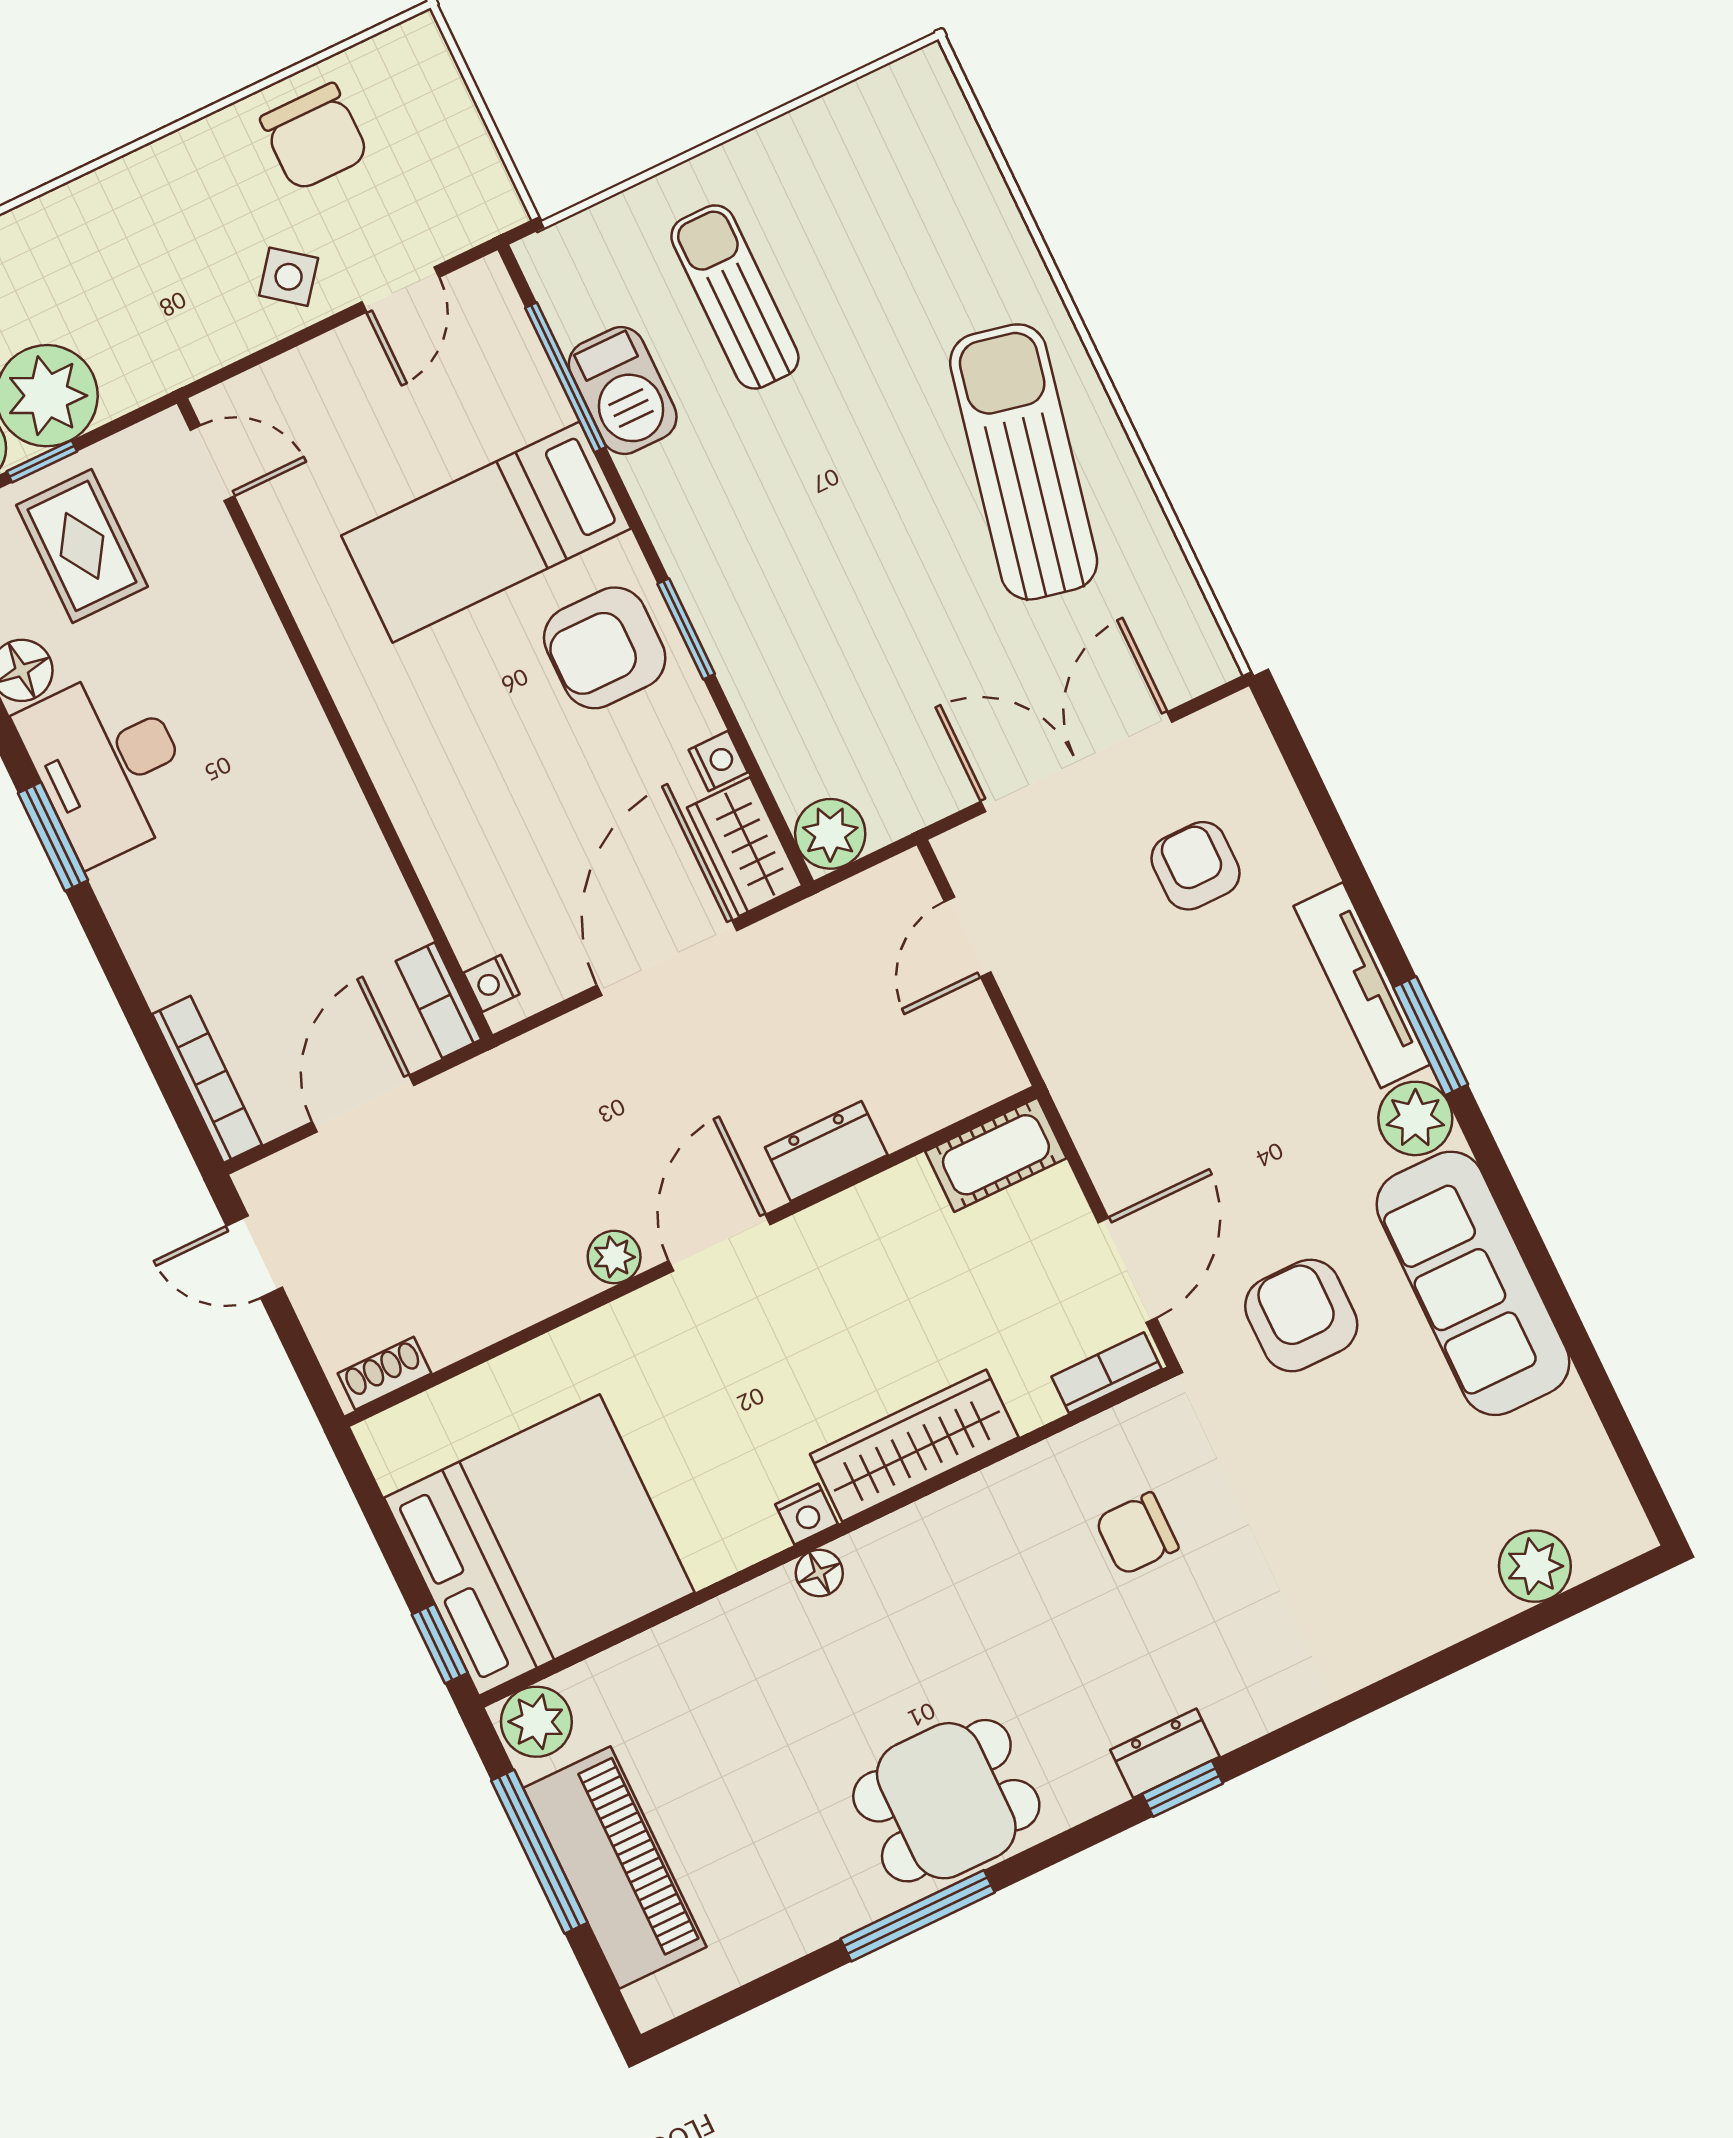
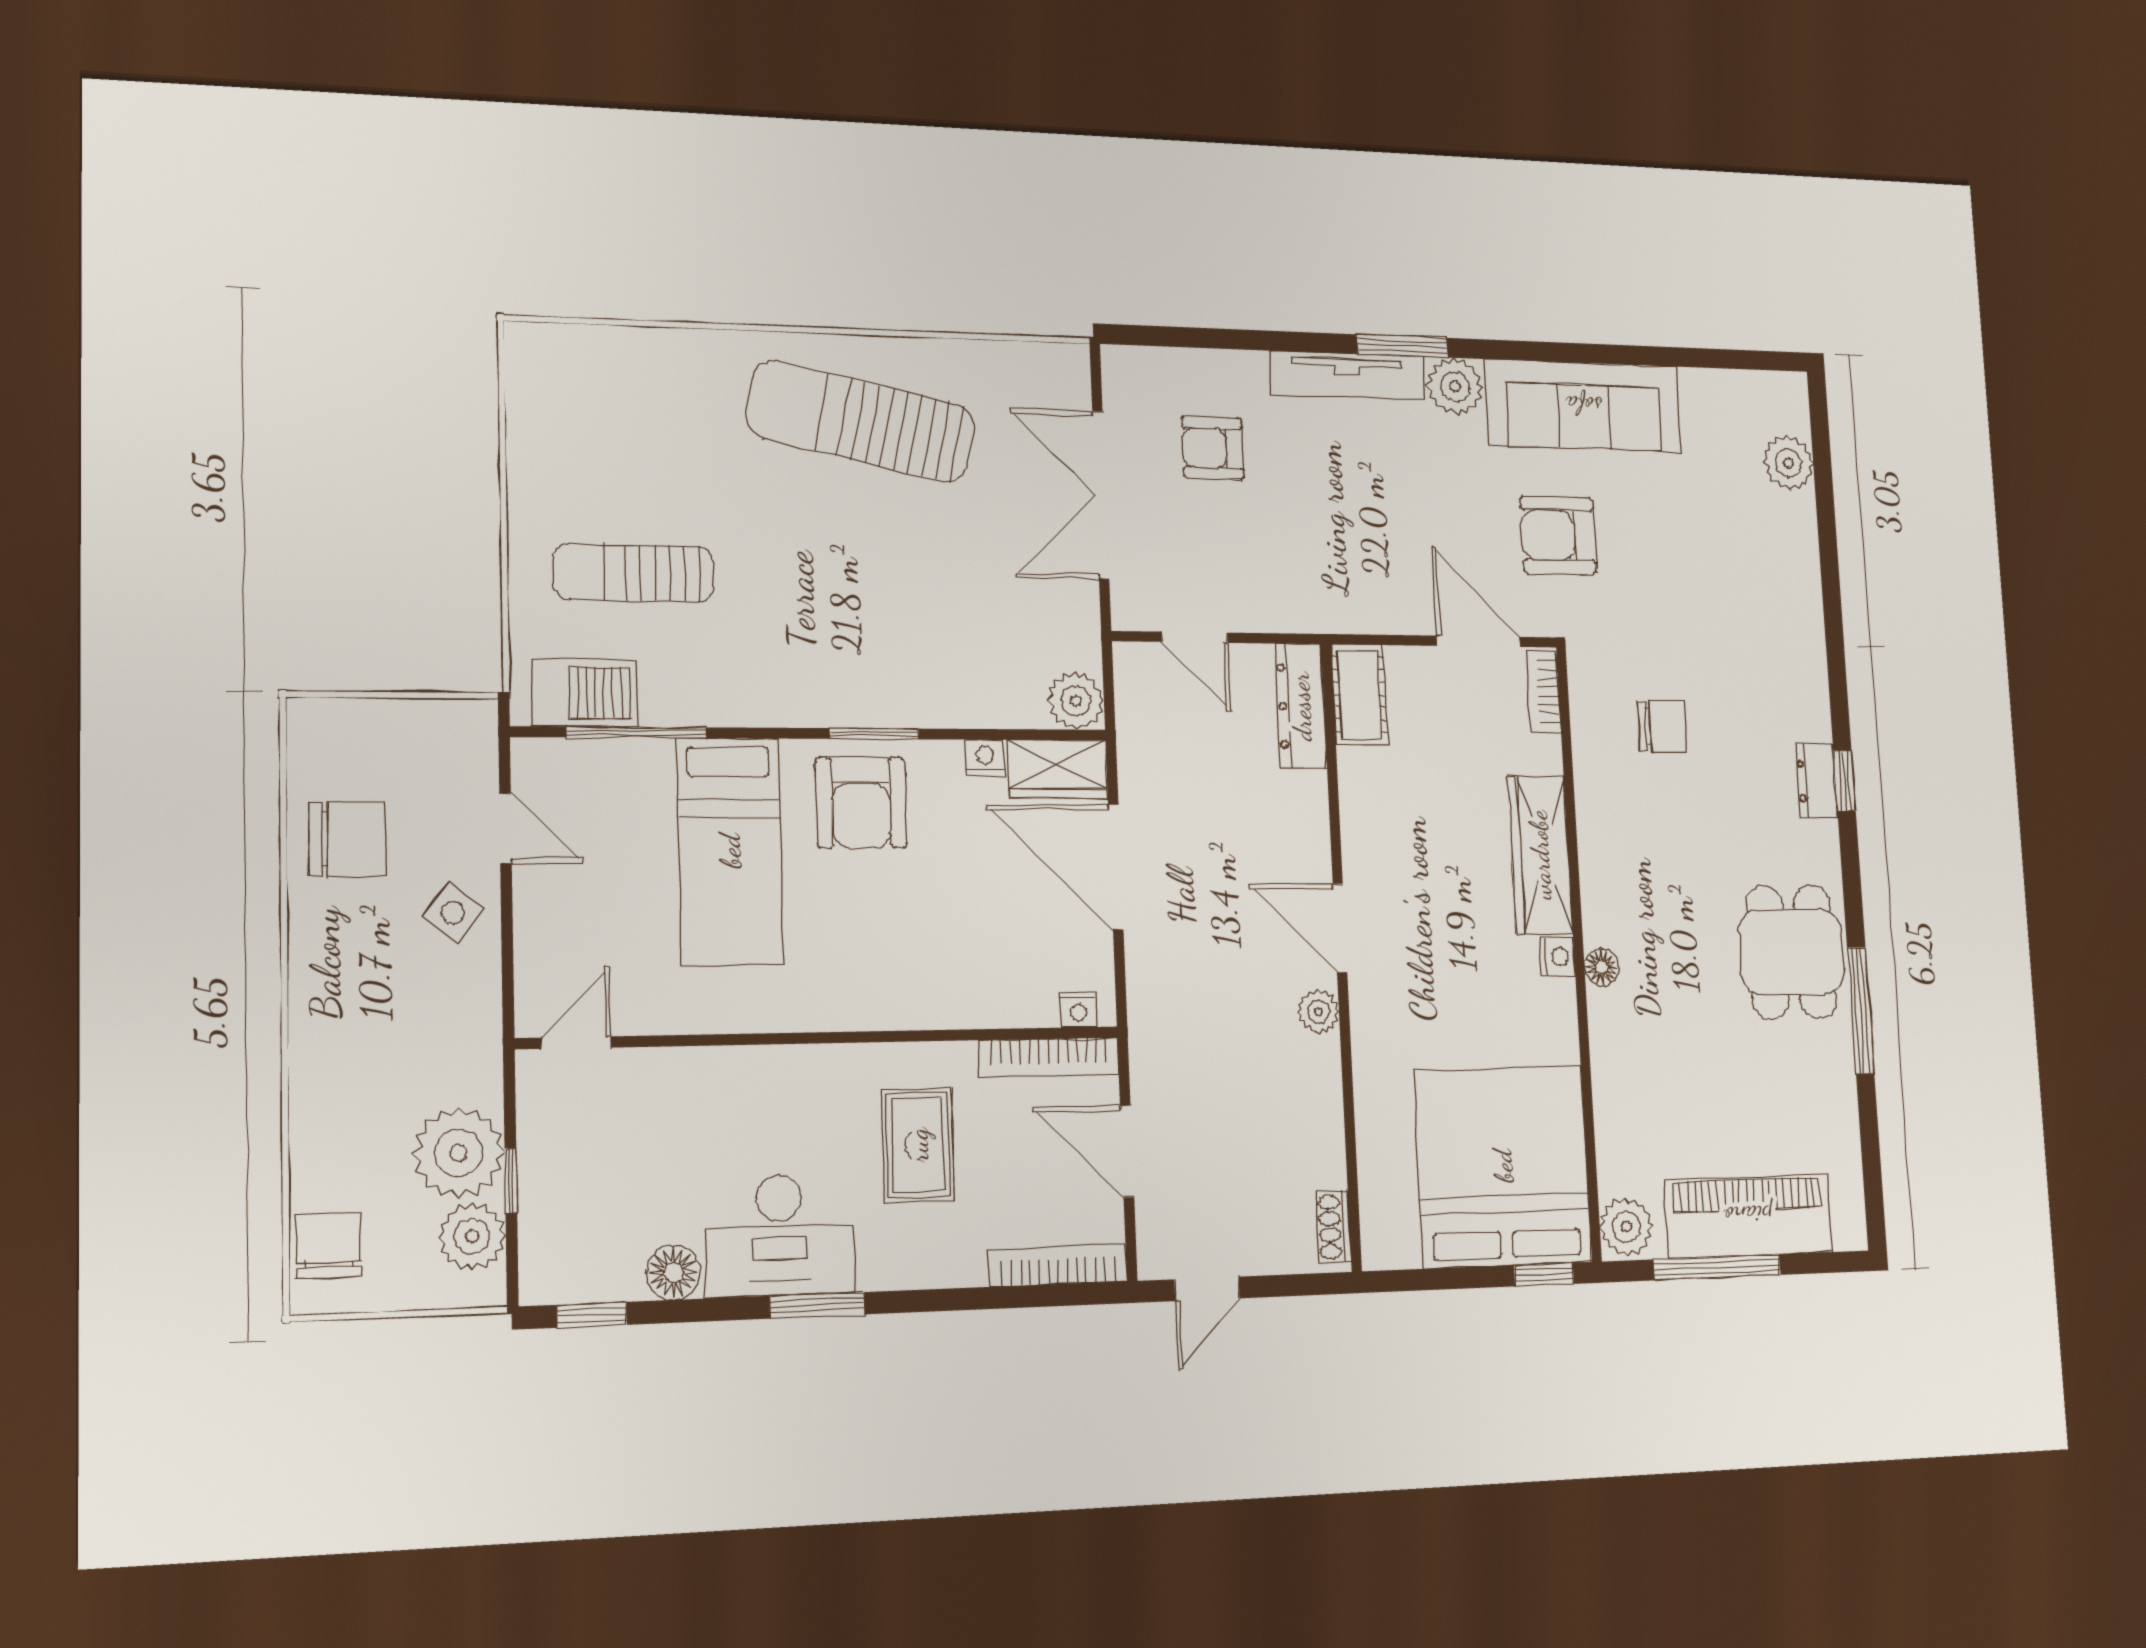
barbecue: (623, 390) -> (584, 693), moved
rug: (82, 546) -> (918, 1145), moved, turned 90
bookcase: (439, 1000) -> (1049, 1057), width x1.56
dresser: (826, 1151) -> (1301, 706), moved, width x1.44
chair: (1137, 1534) -> (1662, 726), turned -90

